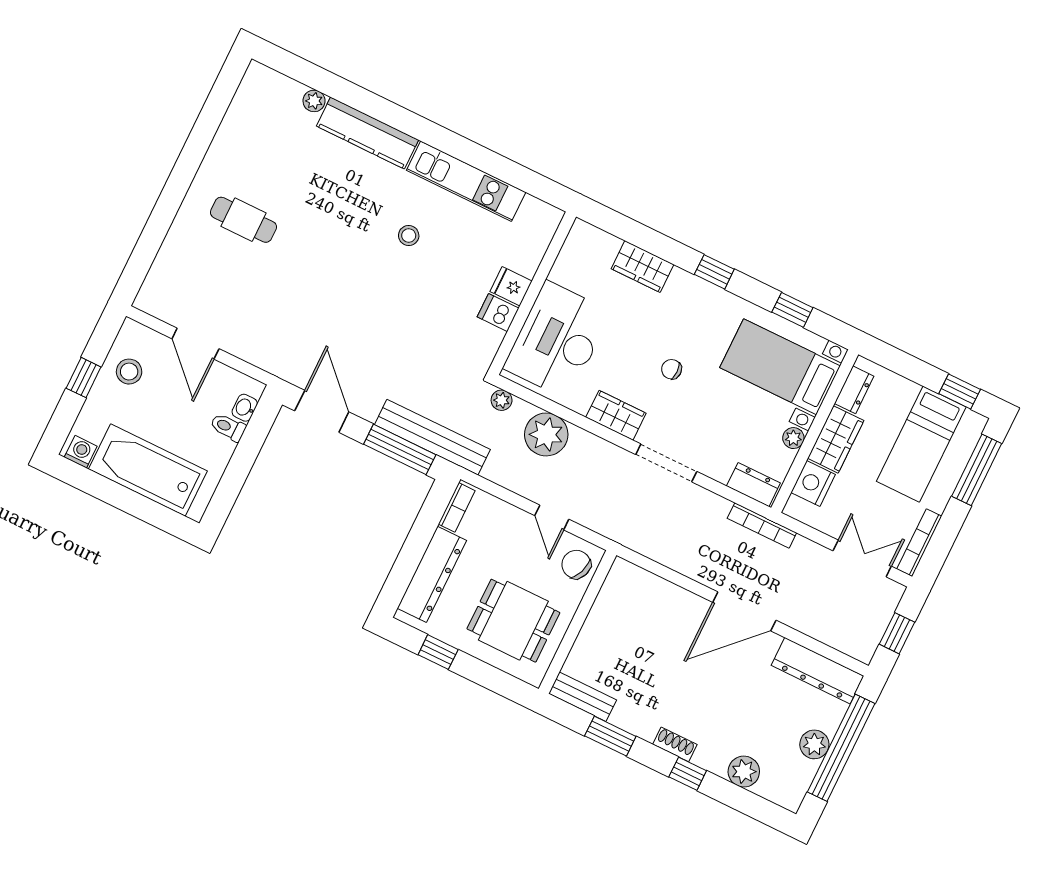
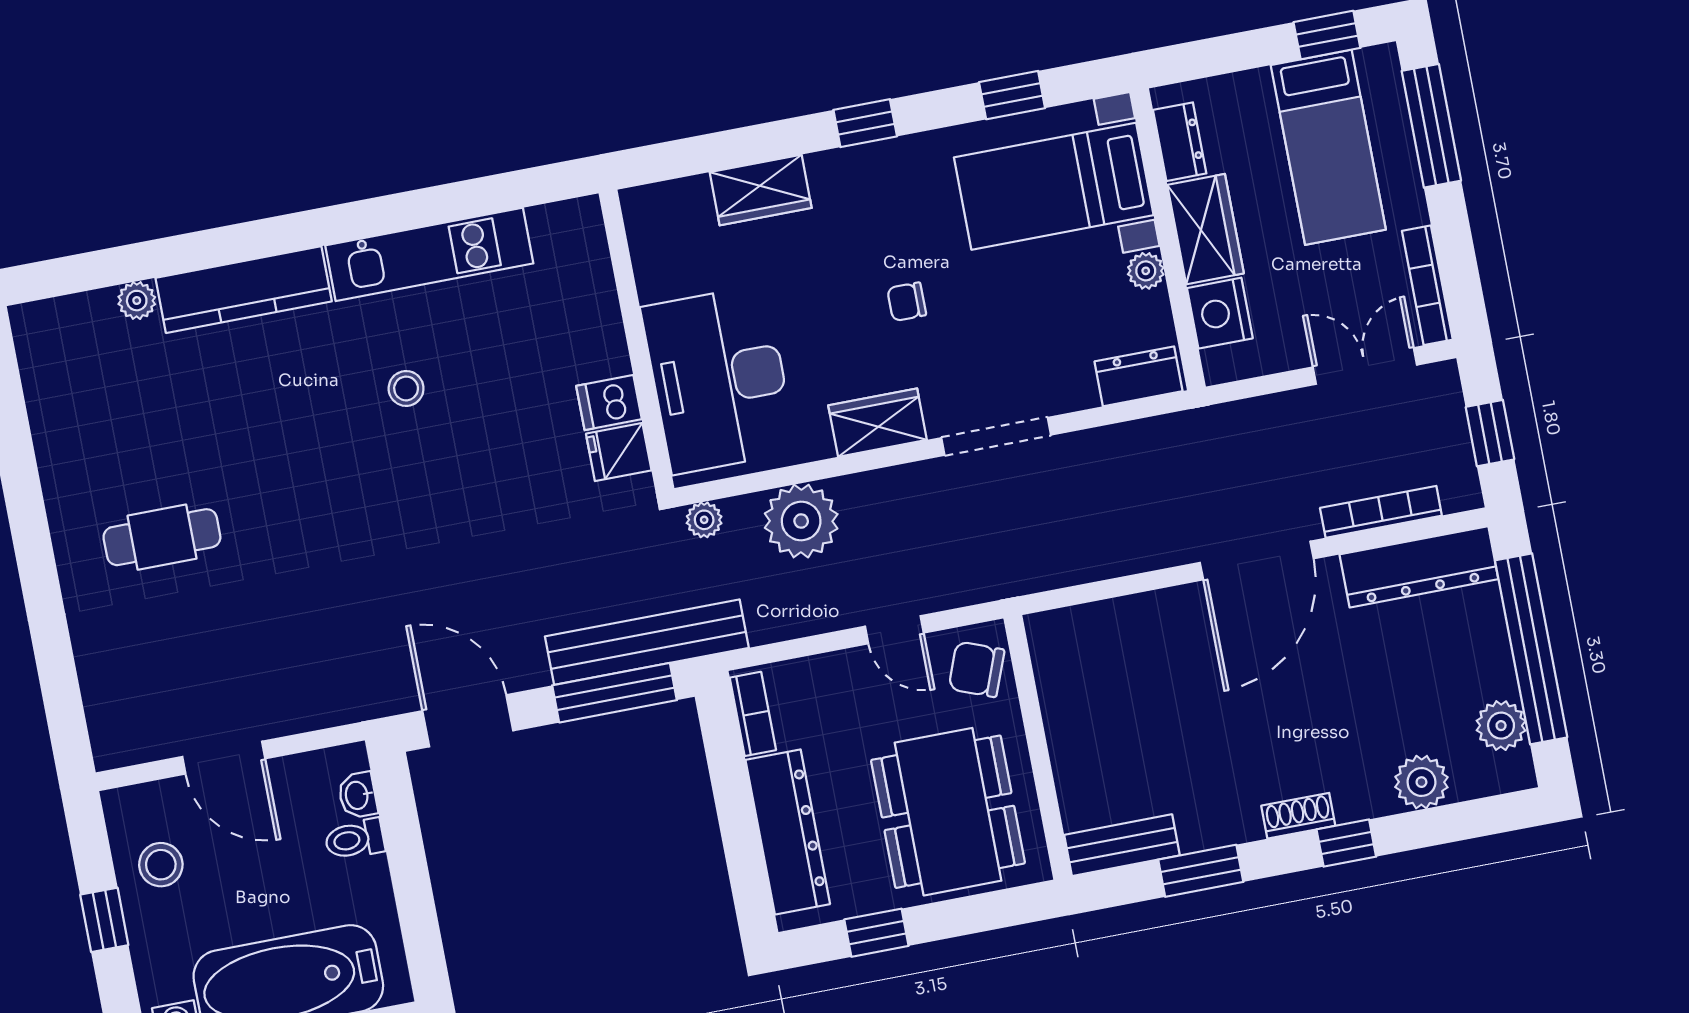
fridge: (511, 286) -> (619, 452), moved
bookcase: (762, 526) -> (1381, 512), moved, turned 180
dining table: (513, 621) -> (948, 812), width x1.38
plant: (814, 744) -> (1501, 726), moved

